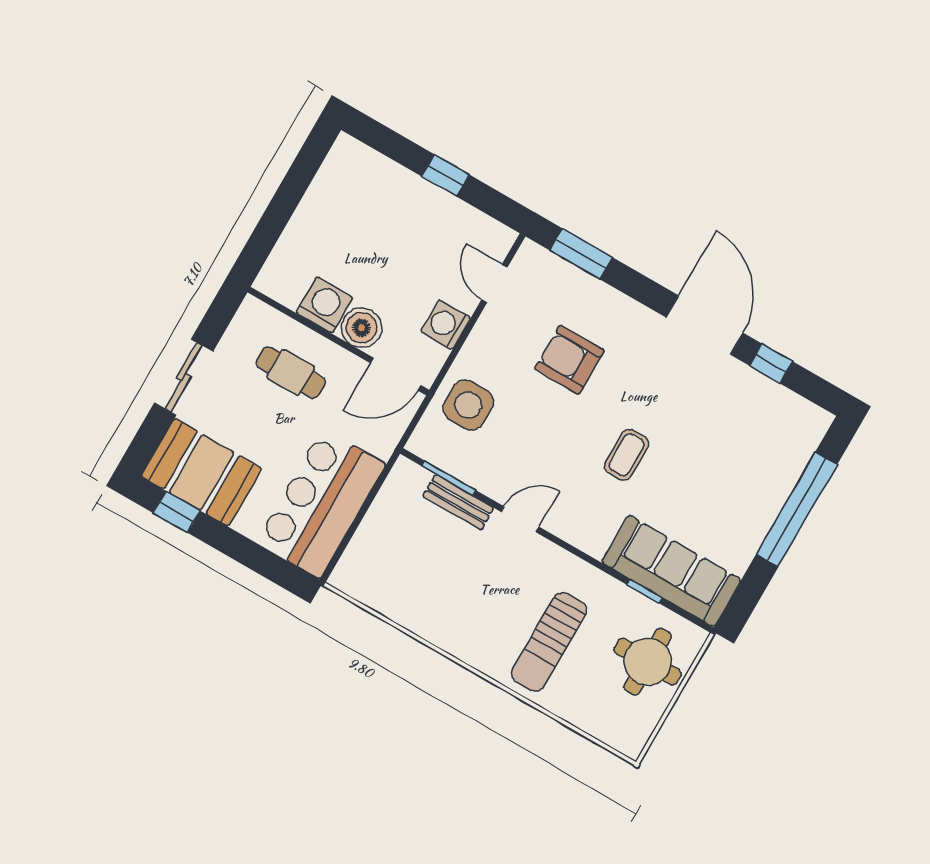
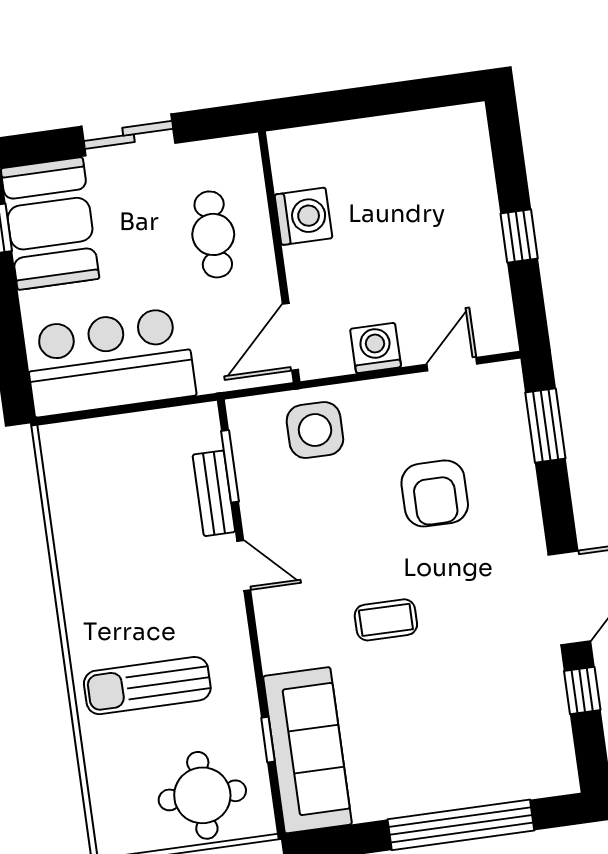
boiler: (361, 328) -> (309, 269), removed
armchair: (569, 360) -> (435, 493), turned 180
door: (396, 374) -> (290, 337), hinge flipped

